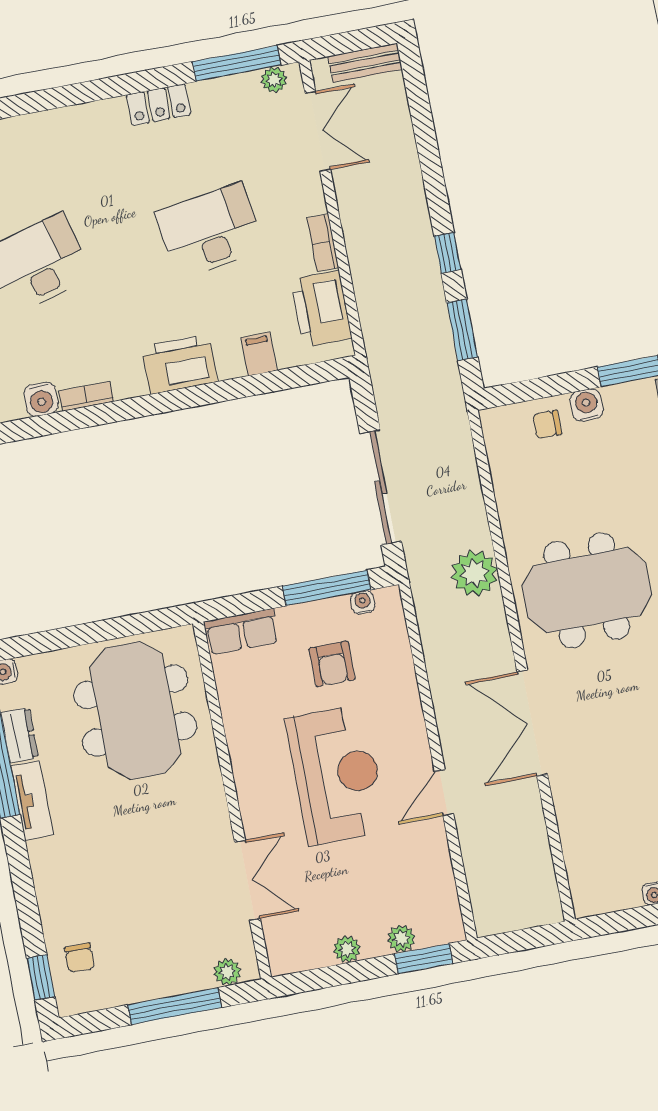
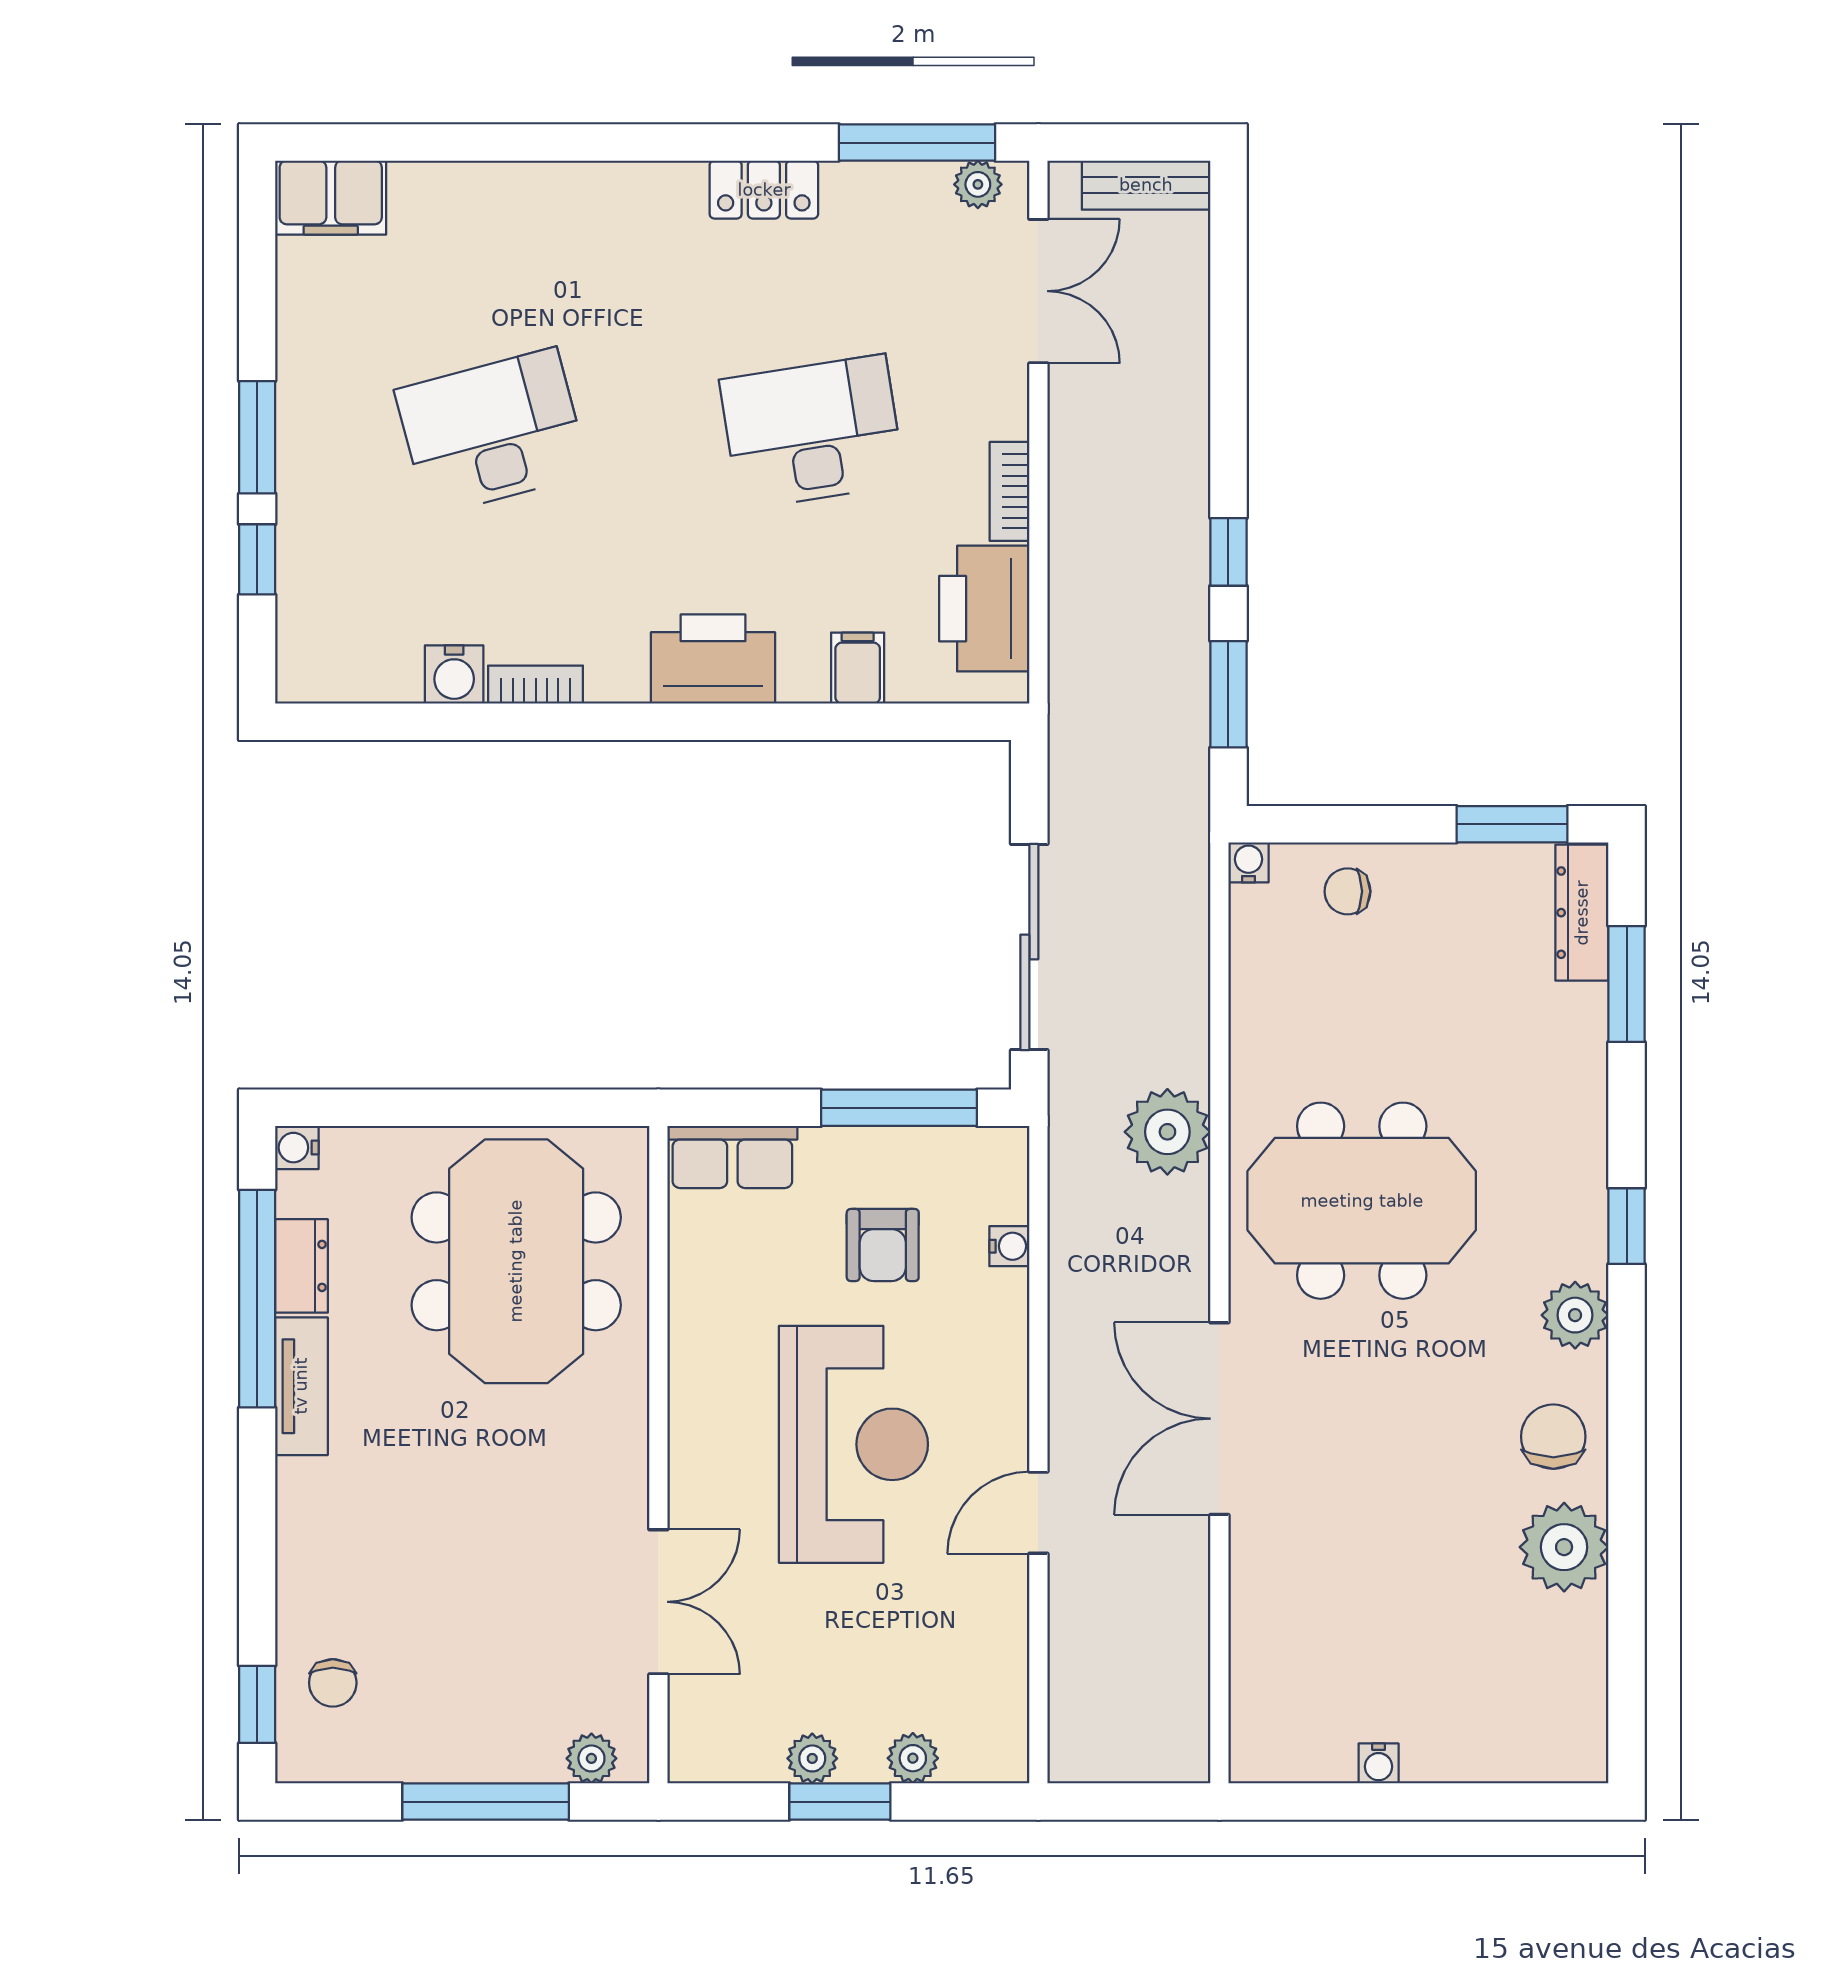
water cooler: (586, 405) -> (1248, 862), moved, width x0.72, depth x0.72
water cooler: (363, 602) -> (1009, 1246), moved, turned 90
window: (424, 959) -> (840, 1802), moved

